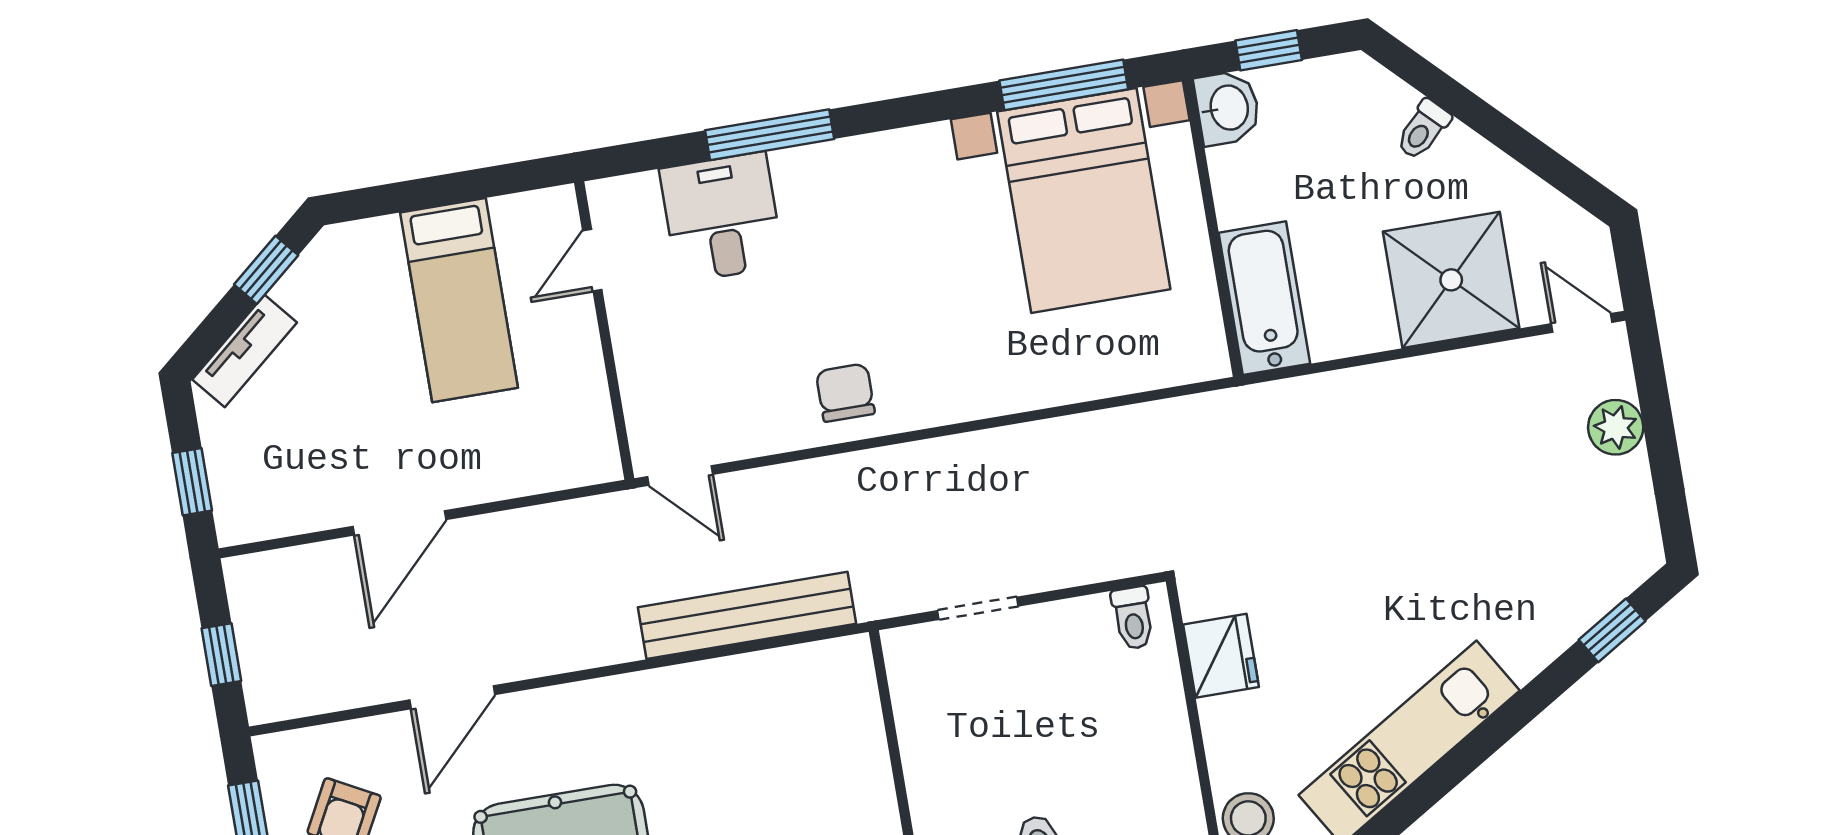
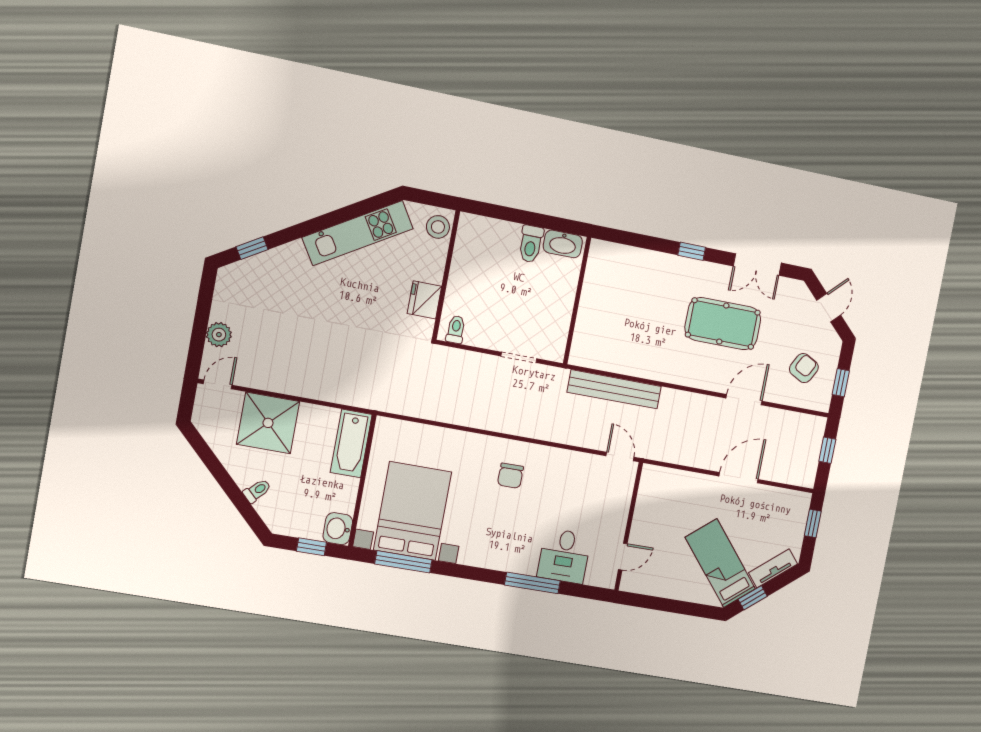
bed: (459, 300) -> (720, 563), moved, turned -40
door: (1582, 323) -> (218, 384), swing flipped
chair: (845, 393) -> (510, 476), moved

